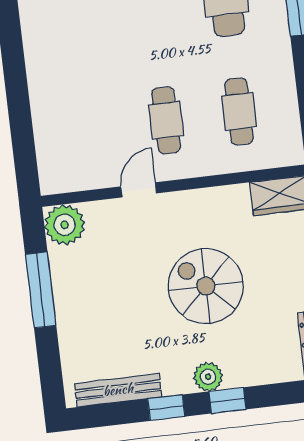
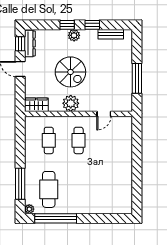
door: (139, 190) -> (104, 114), moved
plant: (65, 225) -> (71, 103), moved
bench: (118, 390) -> (111, 34), width x0.73

